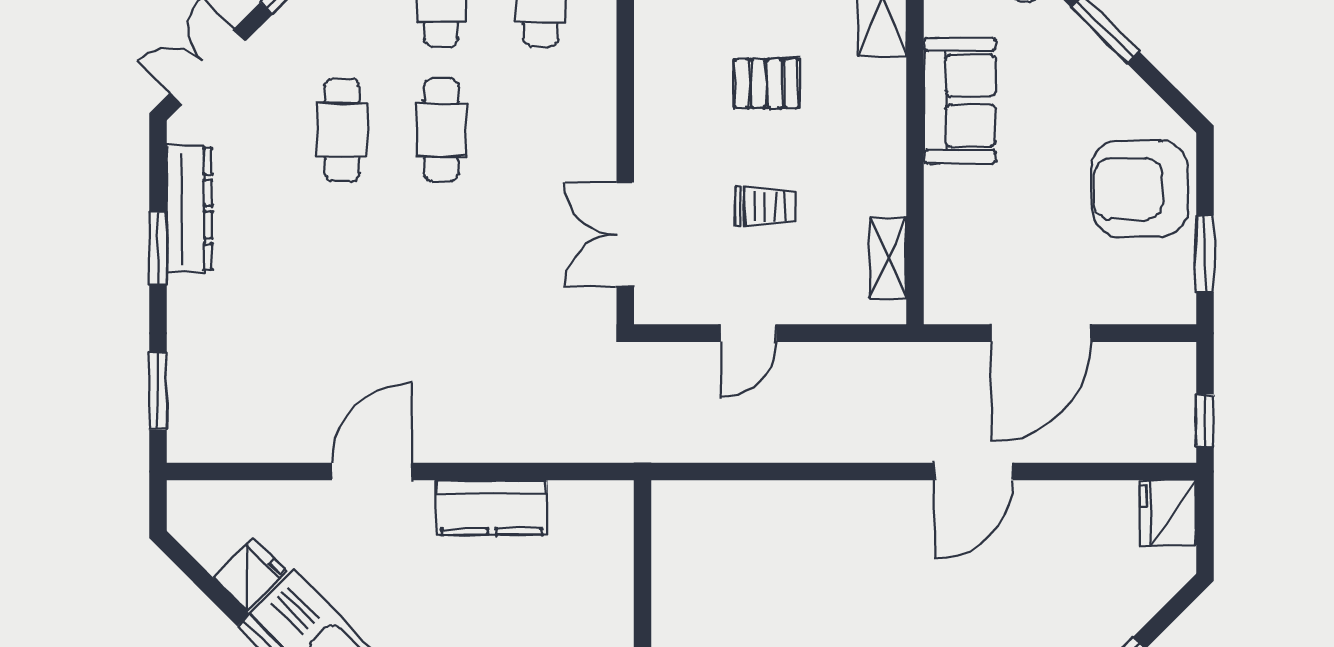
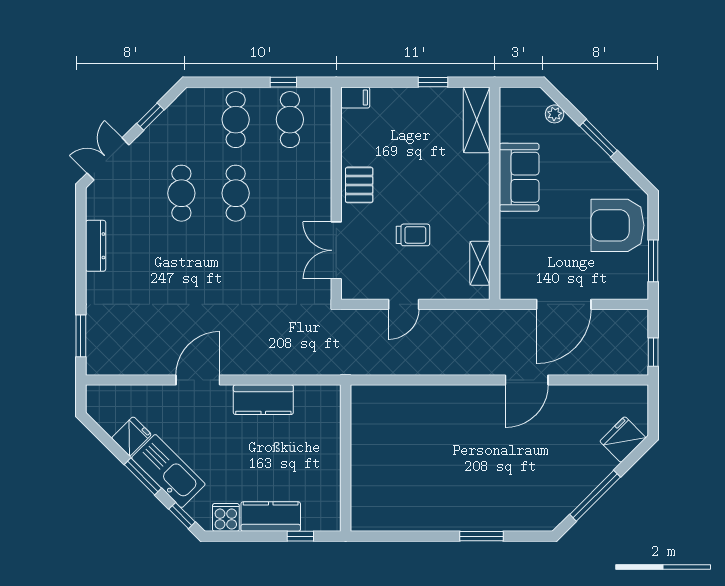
pallet: (766, 83) -> (359, 185), moved, turned 90
dresser: (189, 209) -> (96, 246), width x0.73, depth x0.80
window: (158, 248) -> (81, 258), removed
fridge: (1168, 513) -> (623, 439), moved, turned 45

